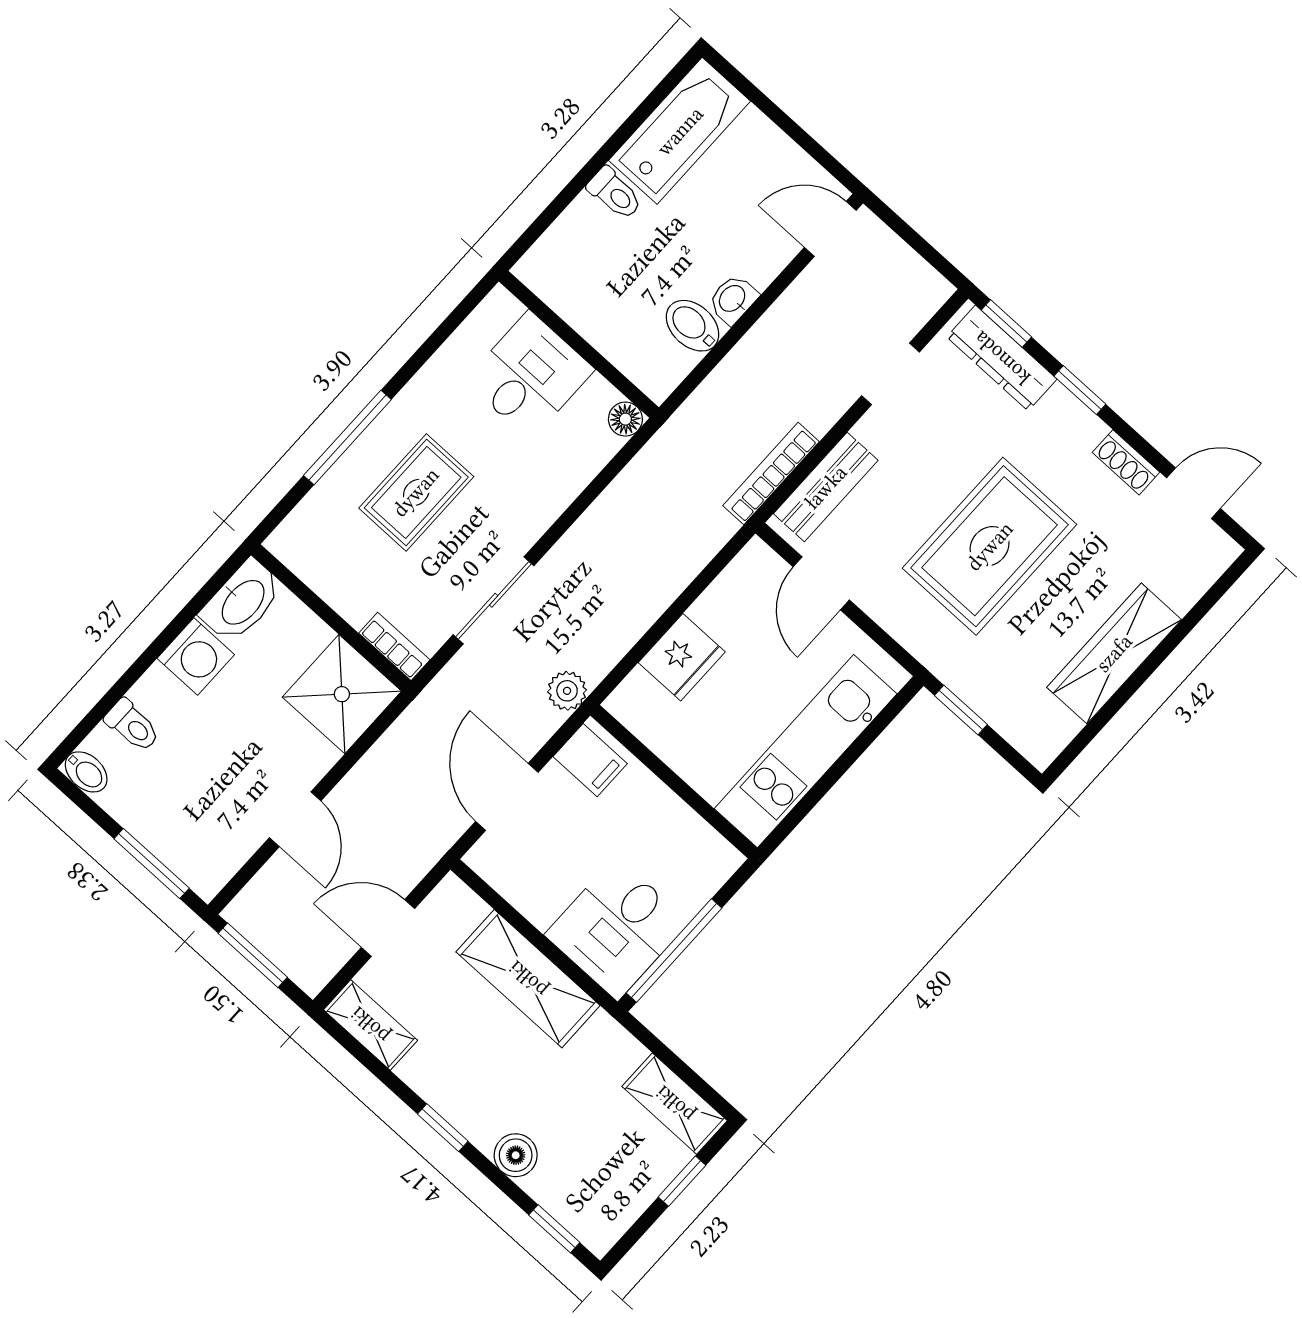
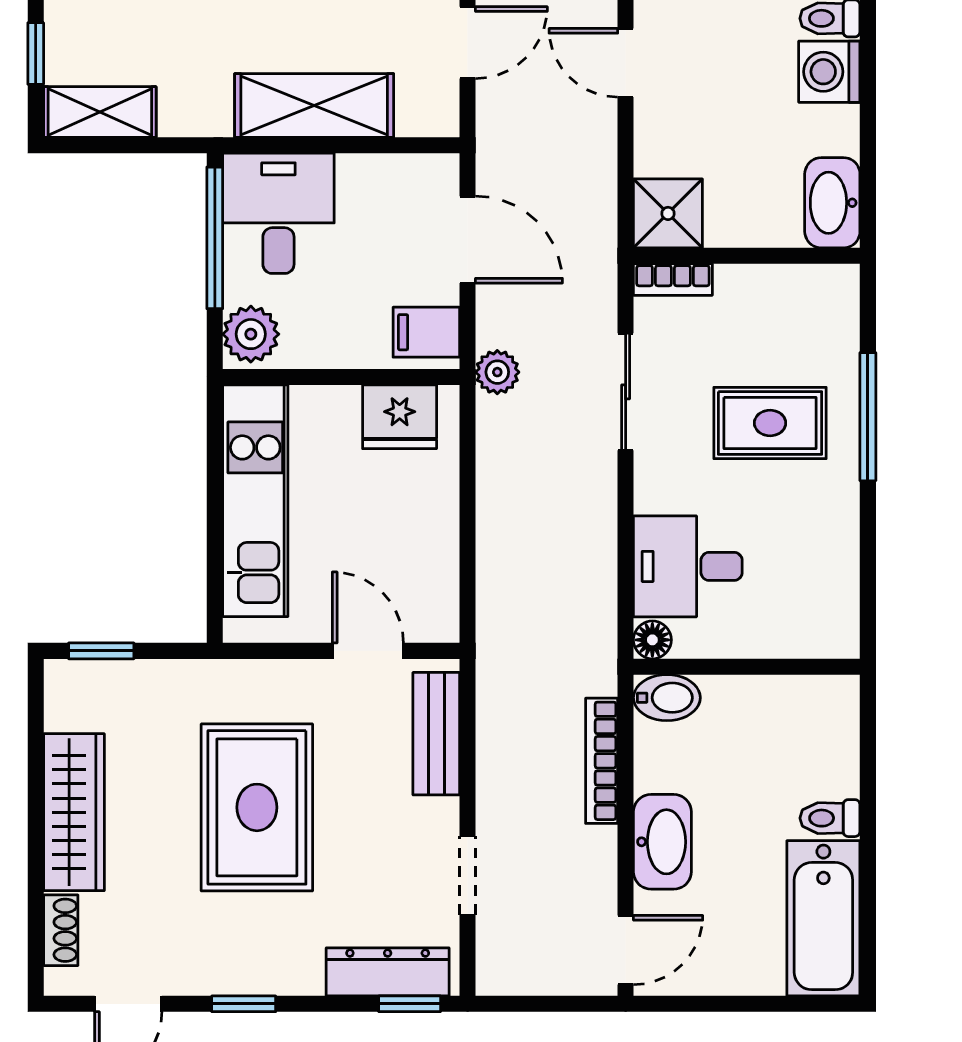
washbasin: (733, 299) -> (662, 842), width x1.91, depth x1.45
bidet: (693, 326) -> (667, 698), moved
desk: (530, 375) -> (688, 566), moved, turned 90
window: (1080, 390) -> (244, 1004), moved
shoe rack: (1126, 462) -> (61, 930), moved, turned 90
bookcase: (771, 474) -> (602, 761), moved, turned 180
rug: (416, 492) -> (770, 423), turned 90
washing machine: (196, 656) -> (829, 72), moved
fridge: (682, 657) -> (400, 417), moved, turned -90
shower: (342, 694) -> (668, 213), width x0.73, depth x0.73
window: (961, 710) -> (101, 651), moved
plant: (708, 865) -> (251, 334), added

